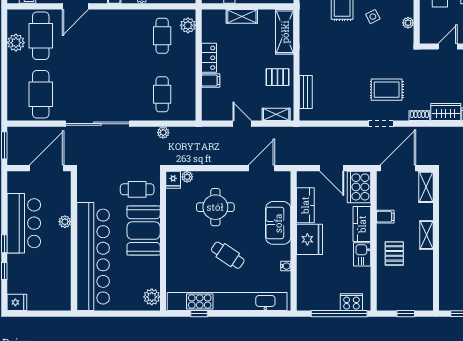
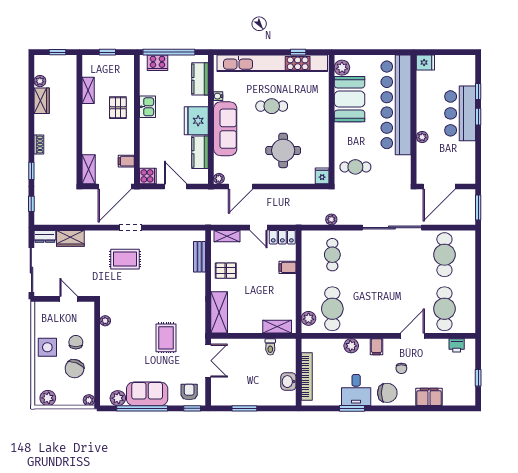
shelving: (242, 16) -> (277, 327), moved
side table: (373, 17) -> (138, 327), removed
cafe table: (162, 36) -> (332, 309), width x1.37, depth x1.35
plant: (16, 43) -> (467, 302), removed
door: (448, 46) -> (69, 299), swing flipped
locker: (209, 58) -> (282, 237), moved, turned -90
shoe rack: (419, 116) -> (95, 235), removed
plant: (187, 177) -> (219, 179), moved
cooker: (359, 187) -> (148, 176), width x0.53, depth x0.76
filing cabinet: (385, 217) -> (126, 161), moved
bar counter: (24, 223) -> (460, 113), moved
sofa: (278, 223) -> (225, 129), width x1.36
kitchen counter: (362, 224) -> (200, 79), moved, turned 180
booth: (144, 231) -> (350, 99), moved
shelving: (426, 235) -> (88, 90), moved
cafe table: (228, 255) -> (272, 106), turned -34
fridge: (17, 302) -> (425, 63), moved, turned 180

